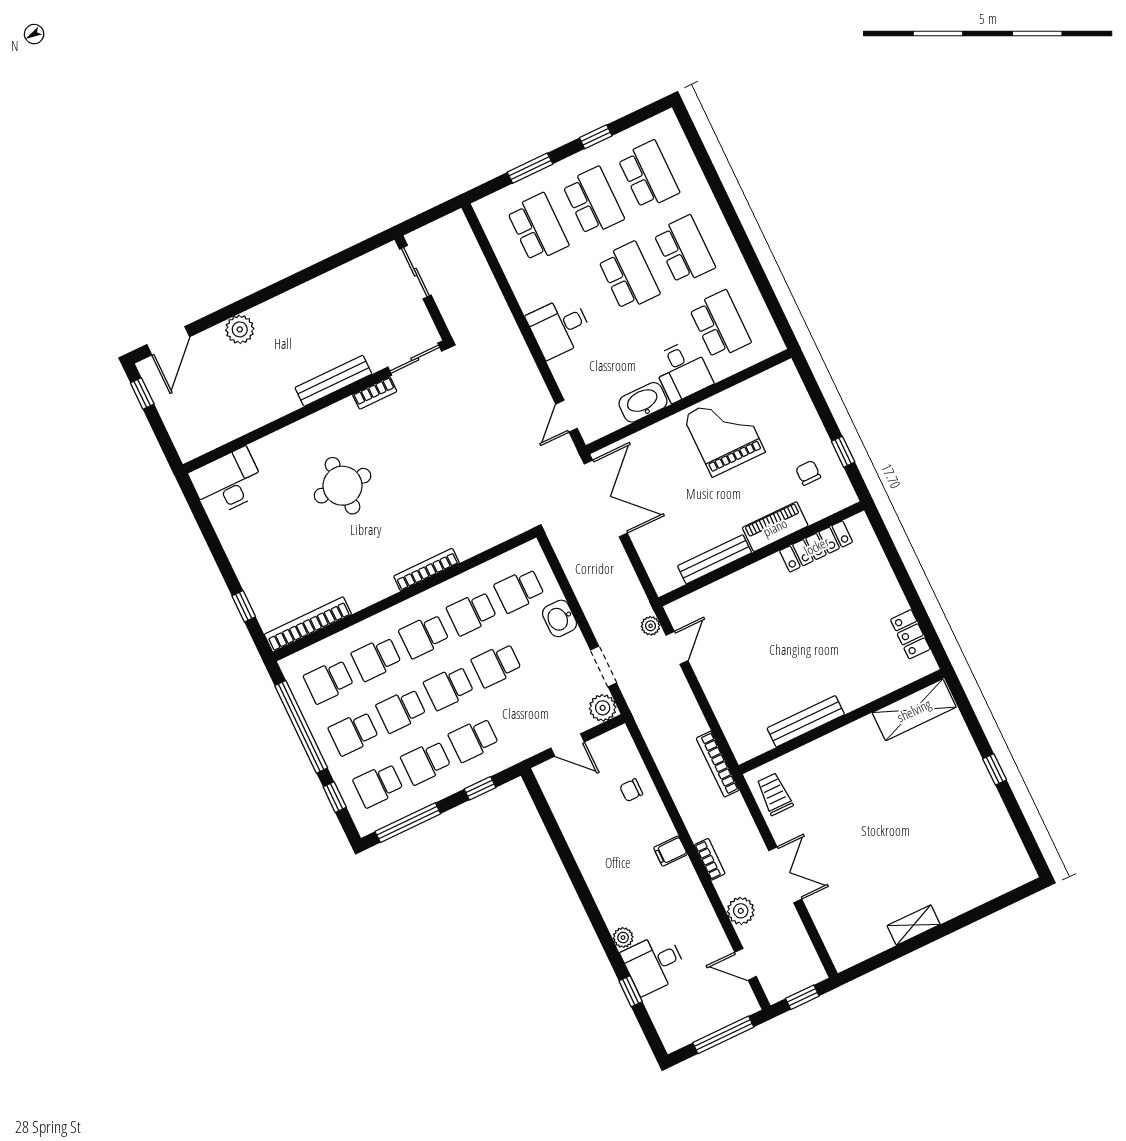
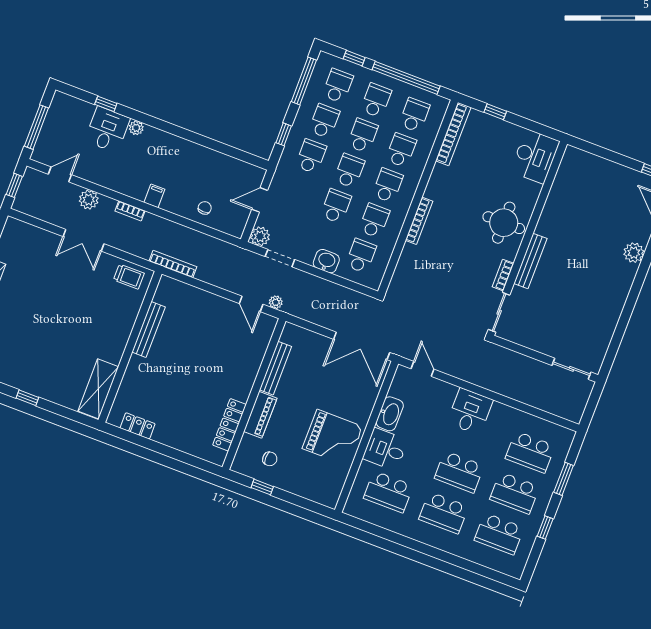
sliding door: (415, 359) -> (499, 312), moved
bench: (333, 381) -> (530, 261), moved
bookcase: (375, 393) -> (503, 275), moved
wall: (315, 407) -> (527, 238), moved
desk: (228, 482) -> (535, 156), moved

